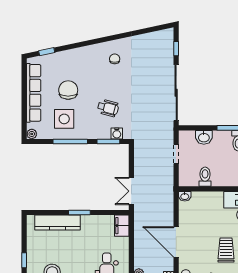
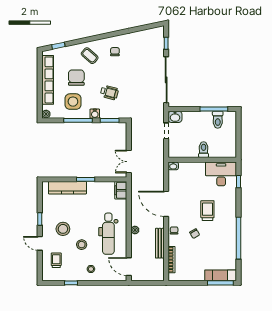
coffee table: (84, 64) -> (90, 56), added
water cooler: (117, 133) -> (95, 114), moved
washbasin: (204, 137) -> (175, 117), moved
toilet: (205, 177) -> (204, 150), moved

